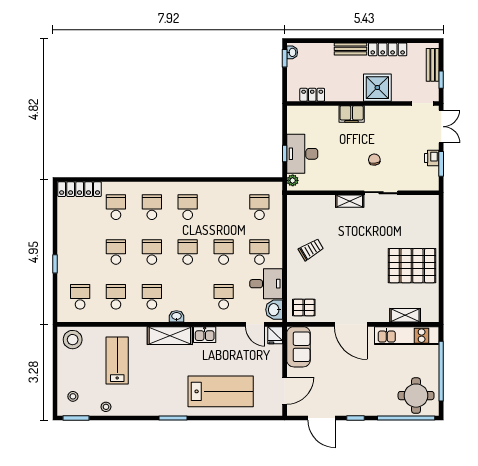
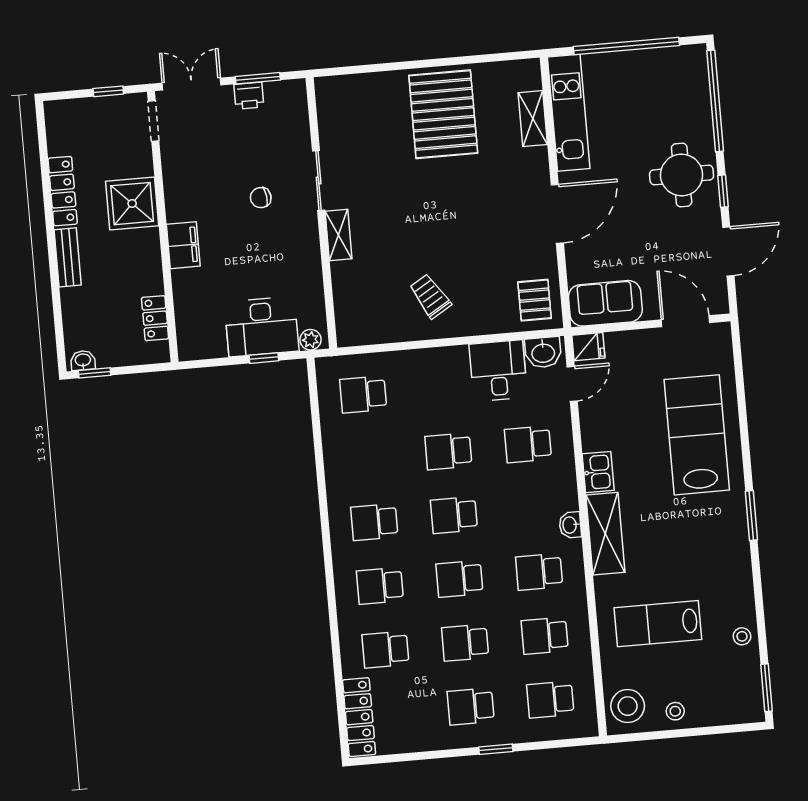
bench: (433, 65) -> (83, 109), removed
school desk: (259, 252) -> (471, 706), moved
stool: (73, 396) -> (675, 711), moved
round table: (416, 396) -> (682, 175), moved

